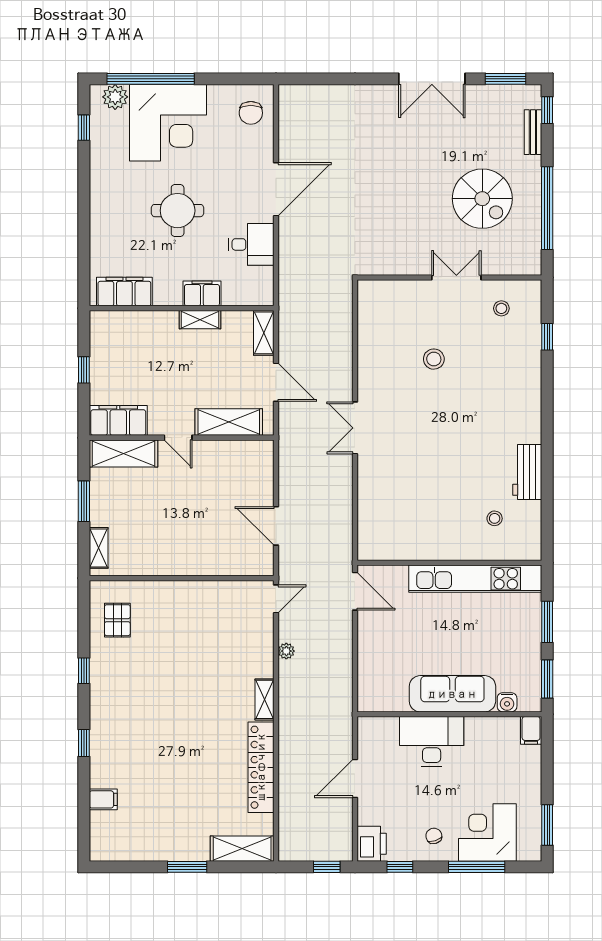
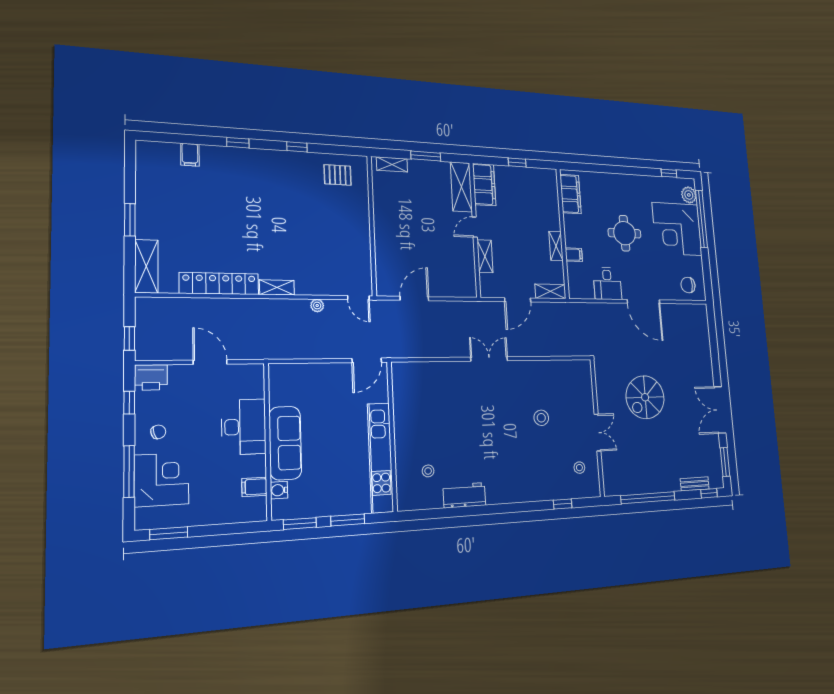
spiral stairs: (482, 199) -> (645, 397), moved
filing cabinet: (202, 293) -> (574, 255), width x0.50
shelving: (229, 422) -> (485, 256), width x0.67, depth x0.75
filing cabinet: (531, 730) -> (254, 487), moved

